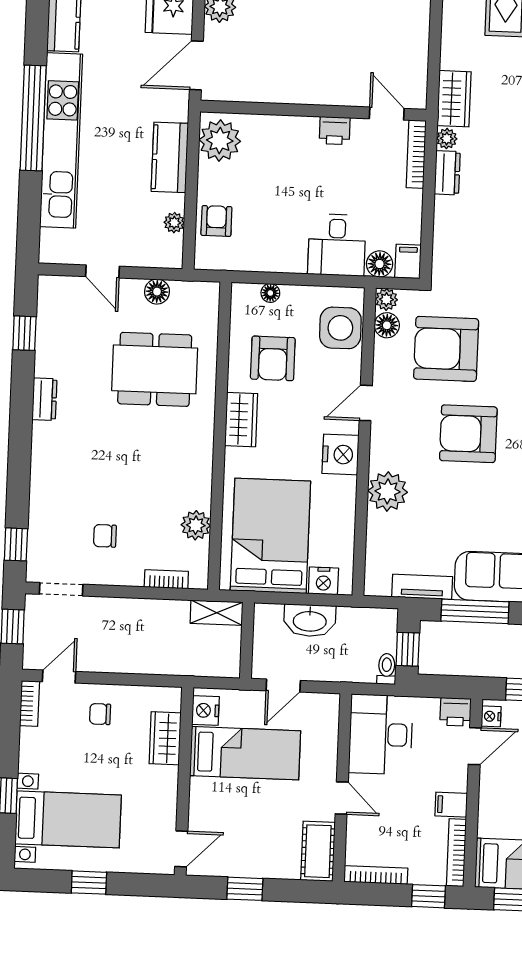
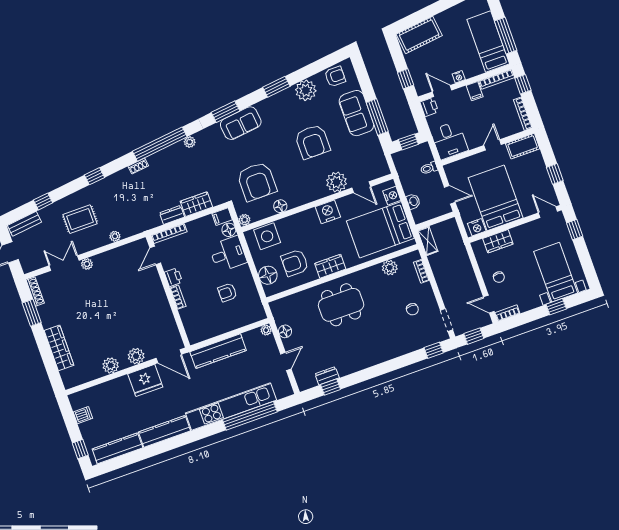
wardrobe: (454, 99) -> (196, 204), moved
window: (33, 118) -> (250, 416), moved
bookcase: (296, 124) -> (178, 297), added
plant: (447, 139) -> (115, 236), moved
plant: (220, 141) -> (200, 330), removed
kitchen counter: (170, 157) -> (218, 351), width x1.50
armchair: (216, 221) -> (227, 292), moved
plant: (174, 223) -> (266, 330), moved
floor lamp: (270, 293) -> (268, 275), width x1.89, depth x1.89
floor lamp: (387, 325) -> (280, 206), moved
armchair: (273, 358) -> (295, 263), turned 180
dining table: (155, 369) -> (341, 305), moved, turned 90
dresser: (44, 399) -> (327, 376), moved
door: (366, 403) -> (361, 187), moved
armchair: (468, 434) -> (312, 142), moved
tv unit: (422, 587) -> (376, 147), removed
washbasin: (310, 620) -> (413, 201), width x0.52, depth x0.69
toilet: (387, 669) -> (429, 168), moved
nightstand: (491, 716) -> (459, 77), moved
desk: (381, 734) -> (449, 140), width x0.73
bed: (245, 753) -> (496, 198), width x1.50
window: (89, 883) -> (575, 230), moved

